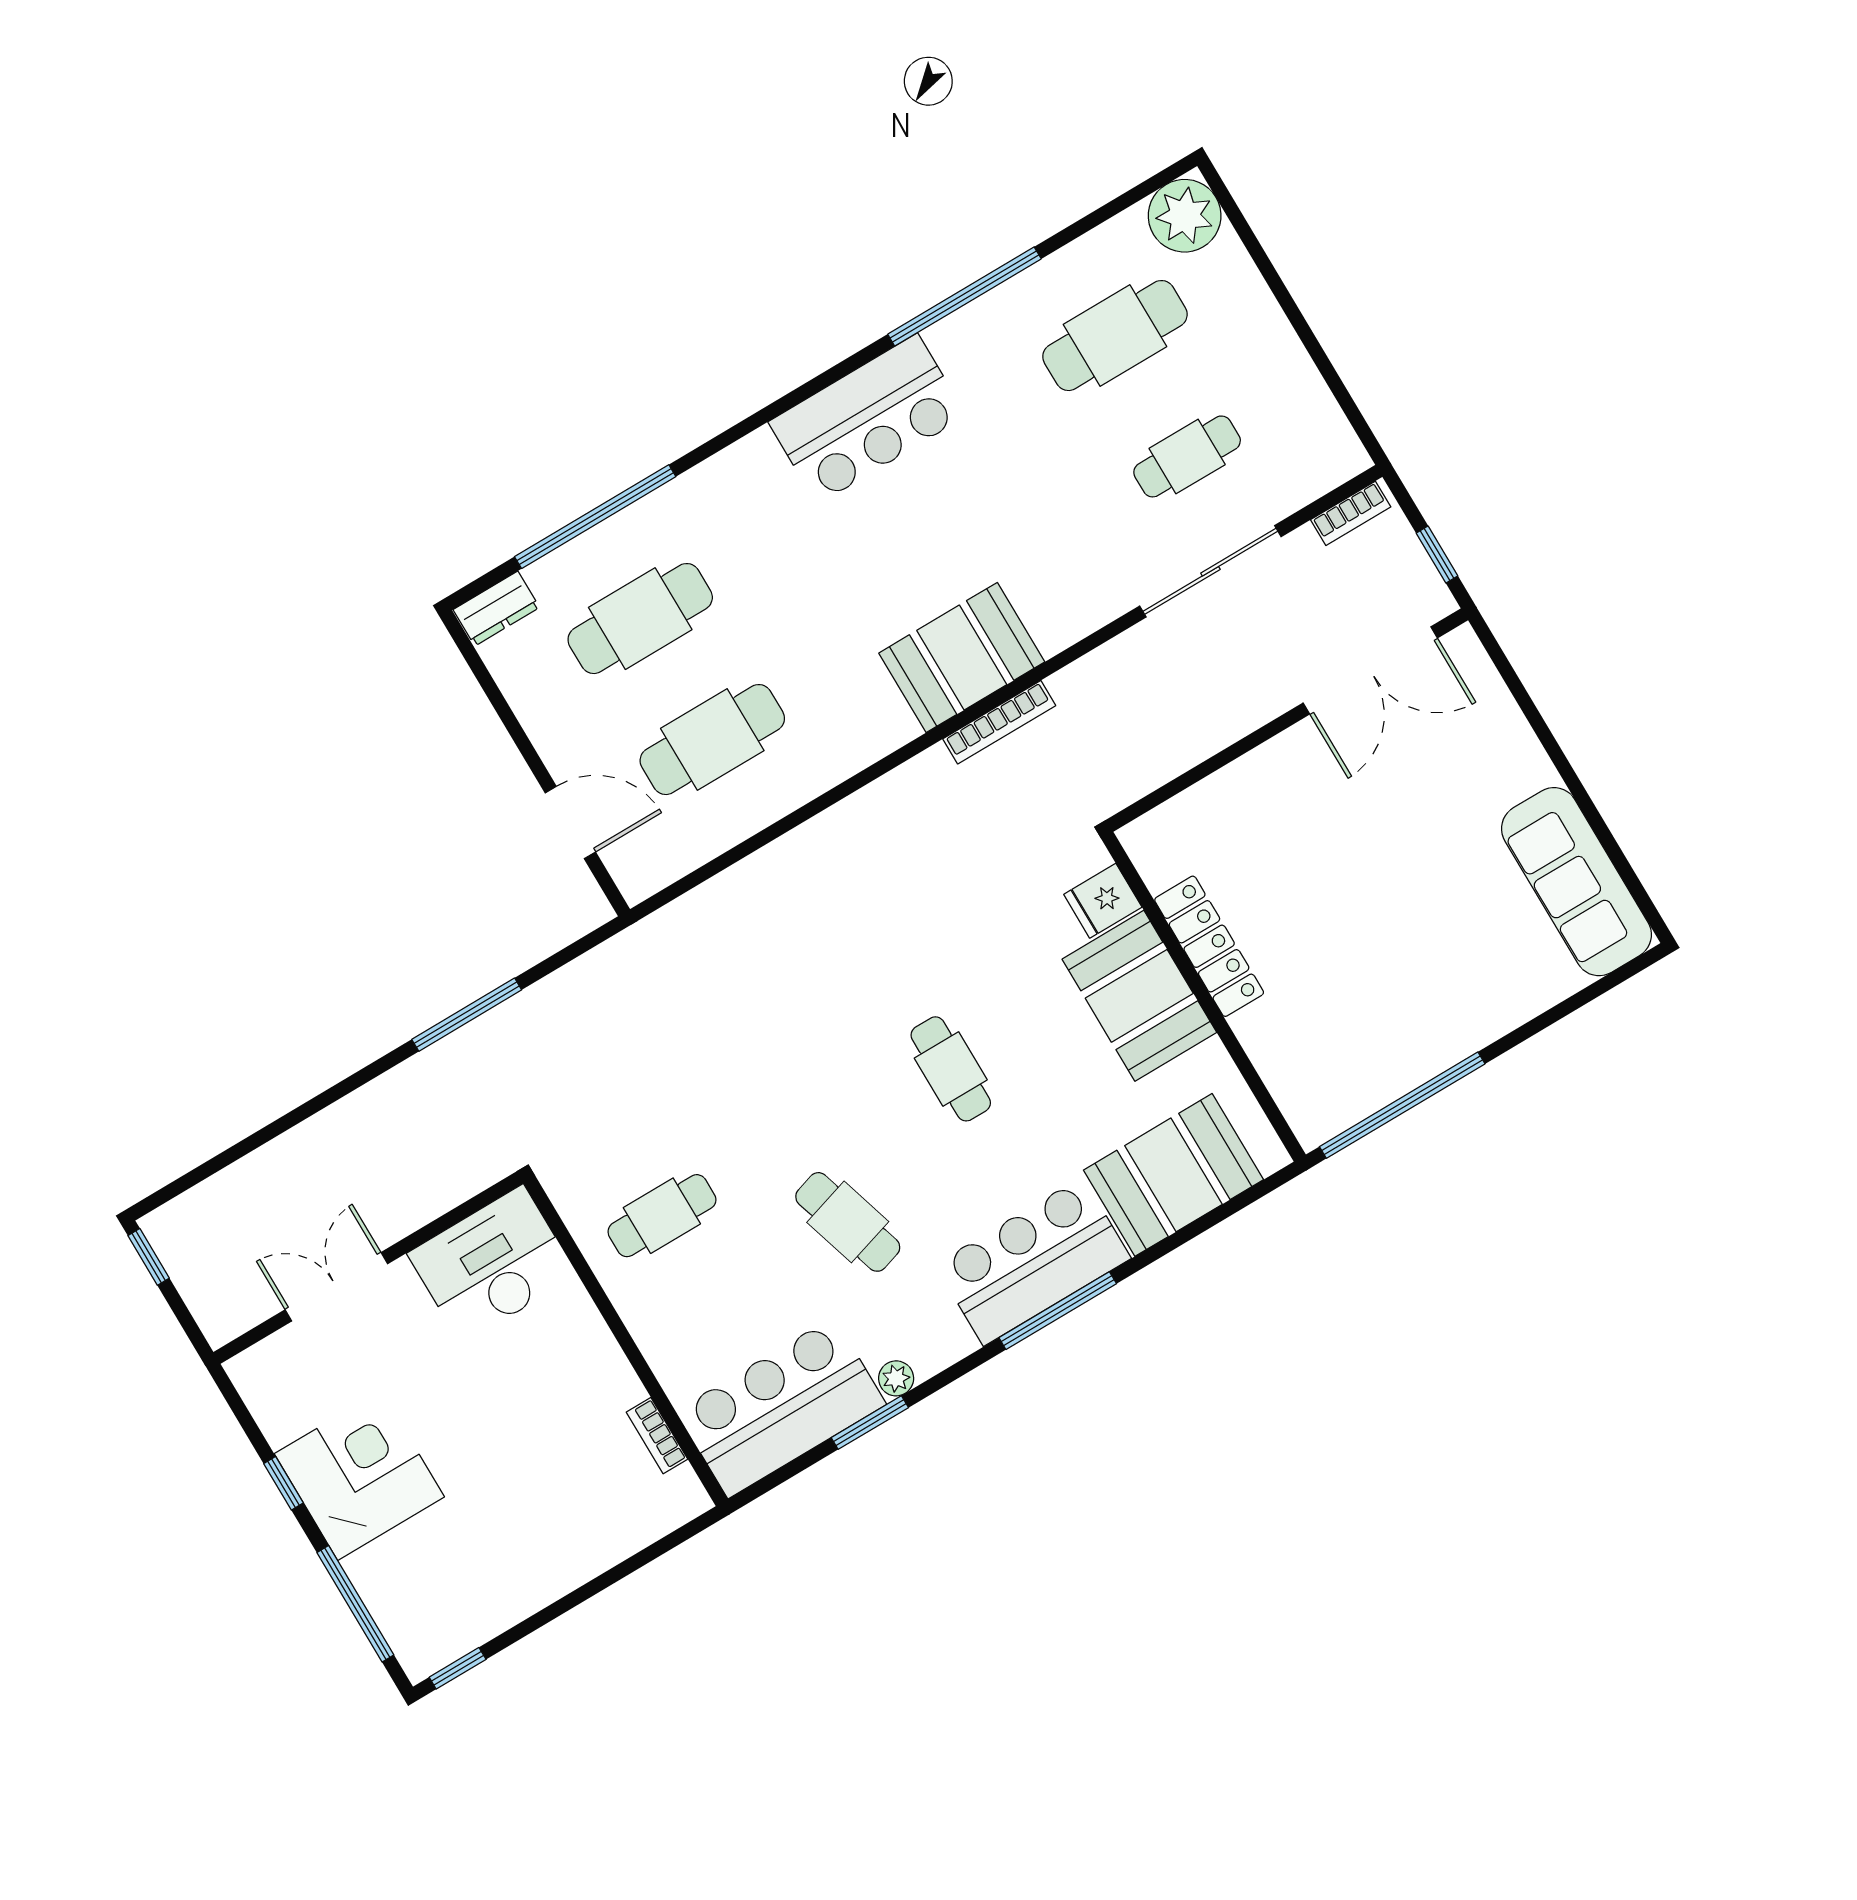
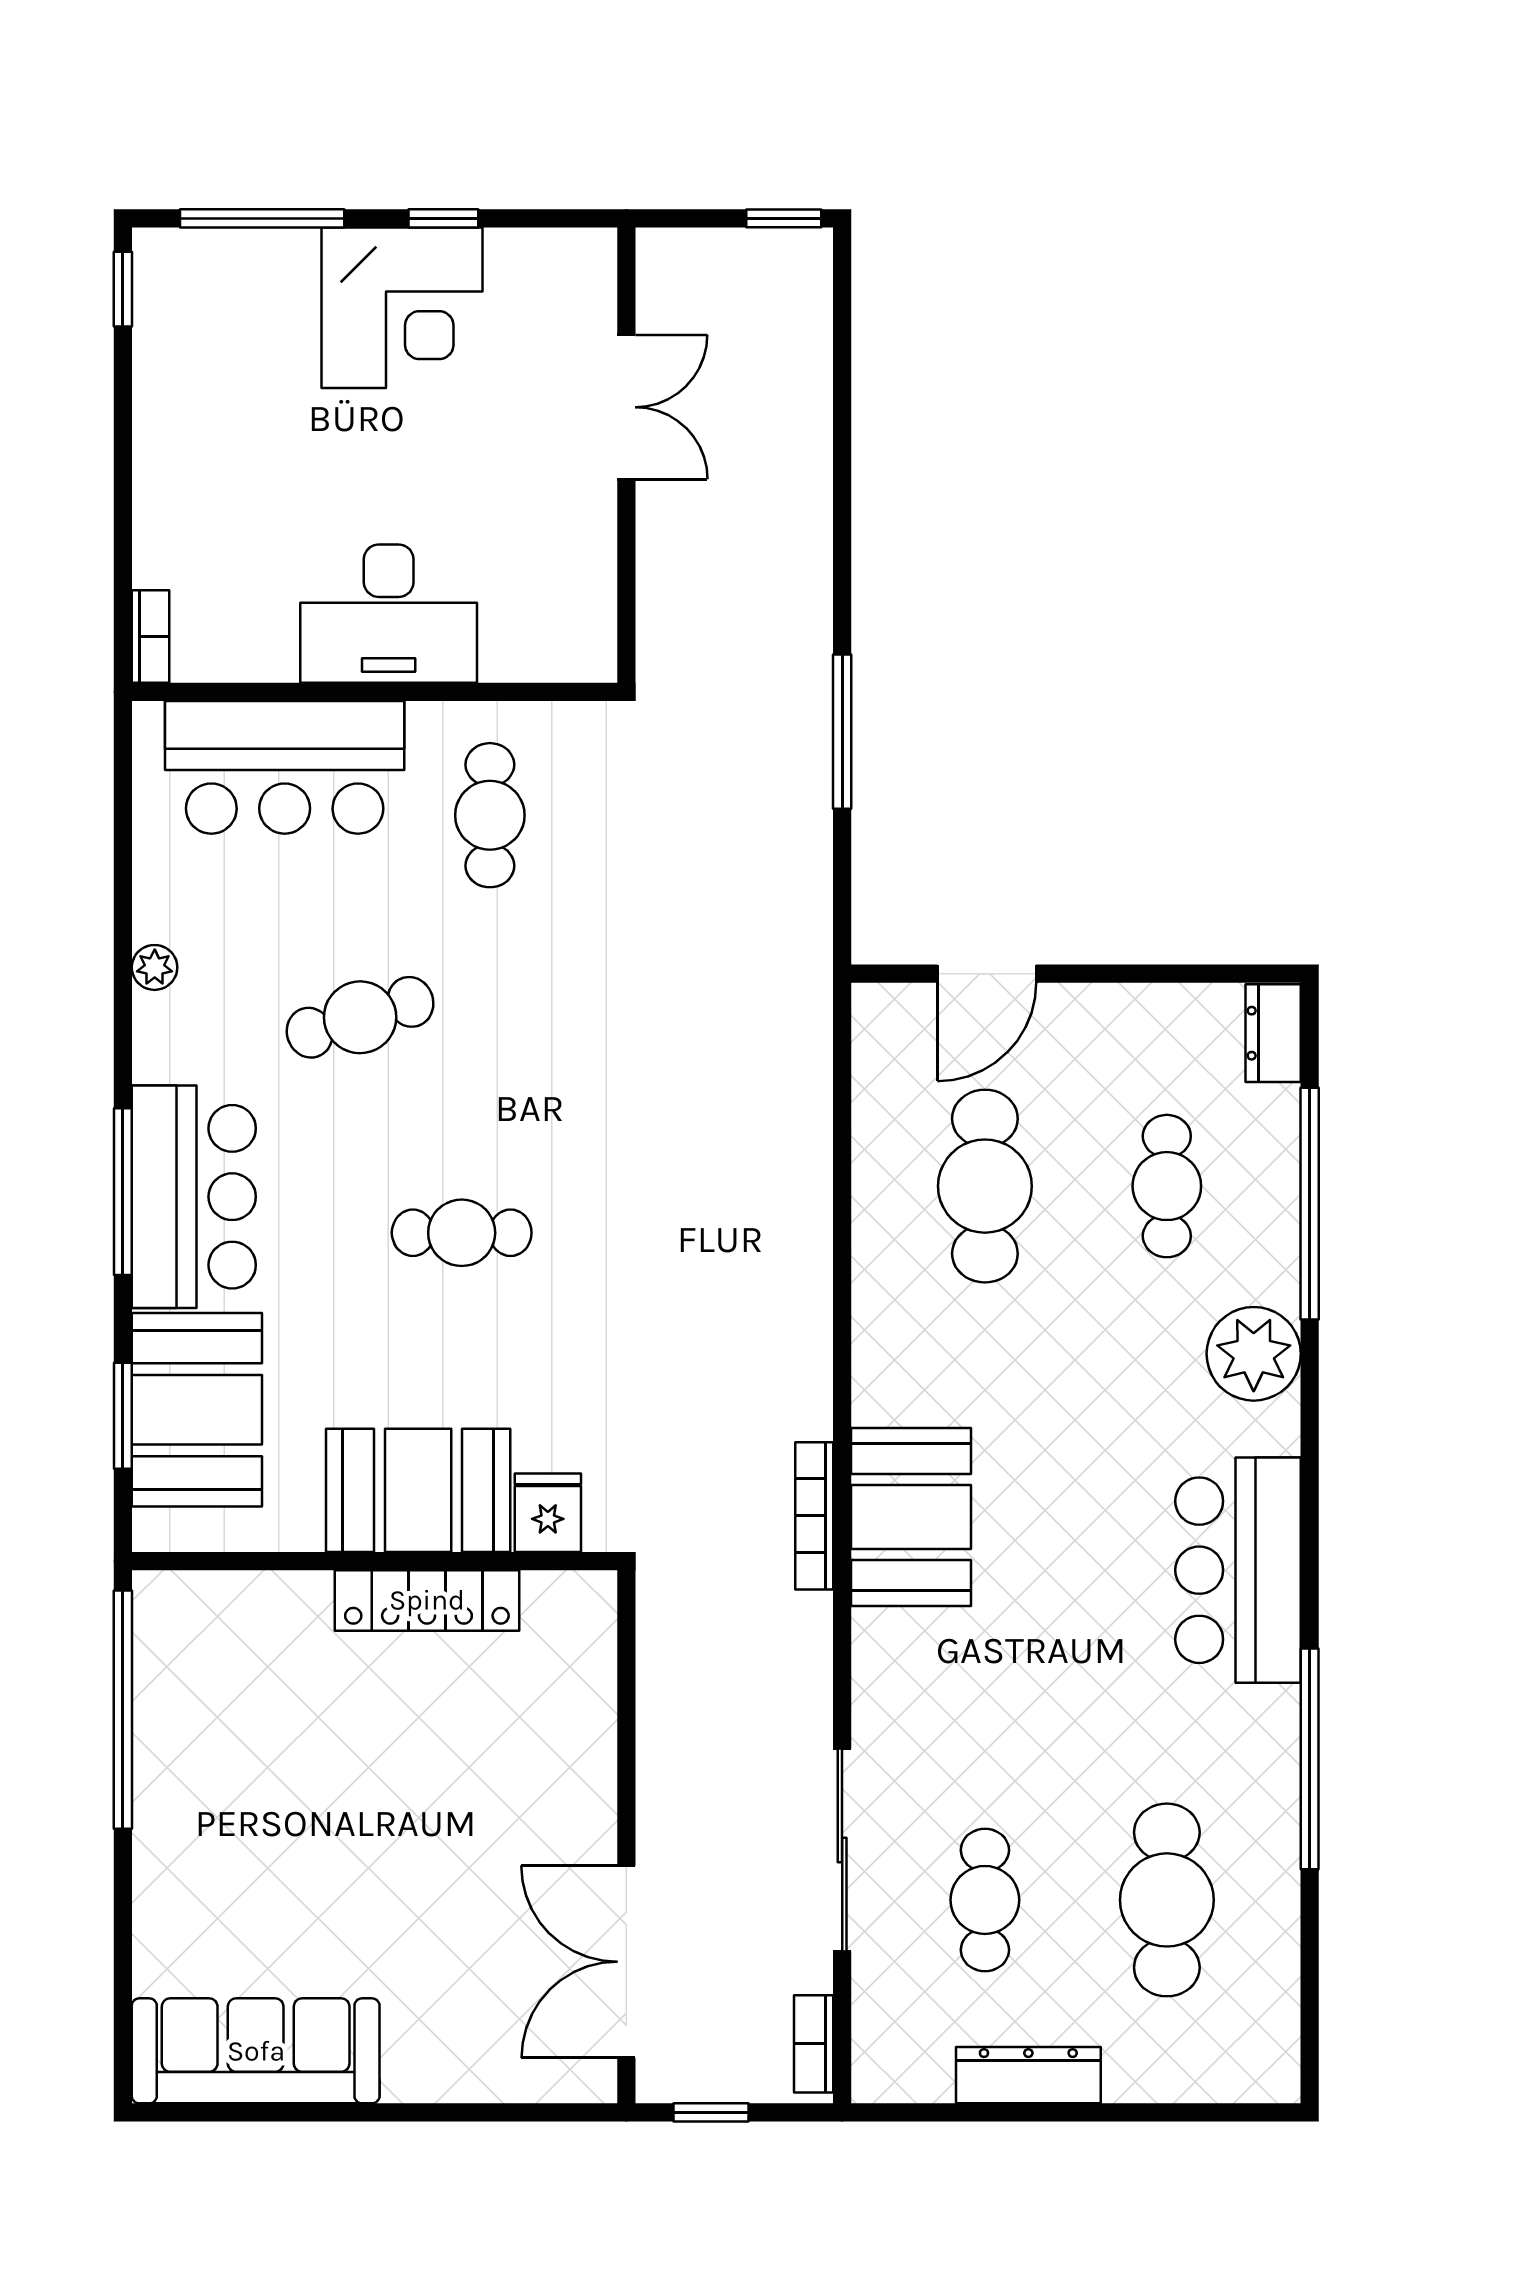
plant: (1185, 216) -> (1254, 1354), moved
dresser: (1286, 358) -> (1028, 2075), added
cafe table: (640, 619) -> (1167, 1186), width x0.73, depth x0.74
desk: (492, 1264) -> (389, 614), moved, turned 90
bar counter: (781, 1408) -> (285, 767), moved, turned 90
window: (870, 1423) -> (123, 1416), moved
bookcase: (657, 1436) -> (150, 637), moved, turned 90

